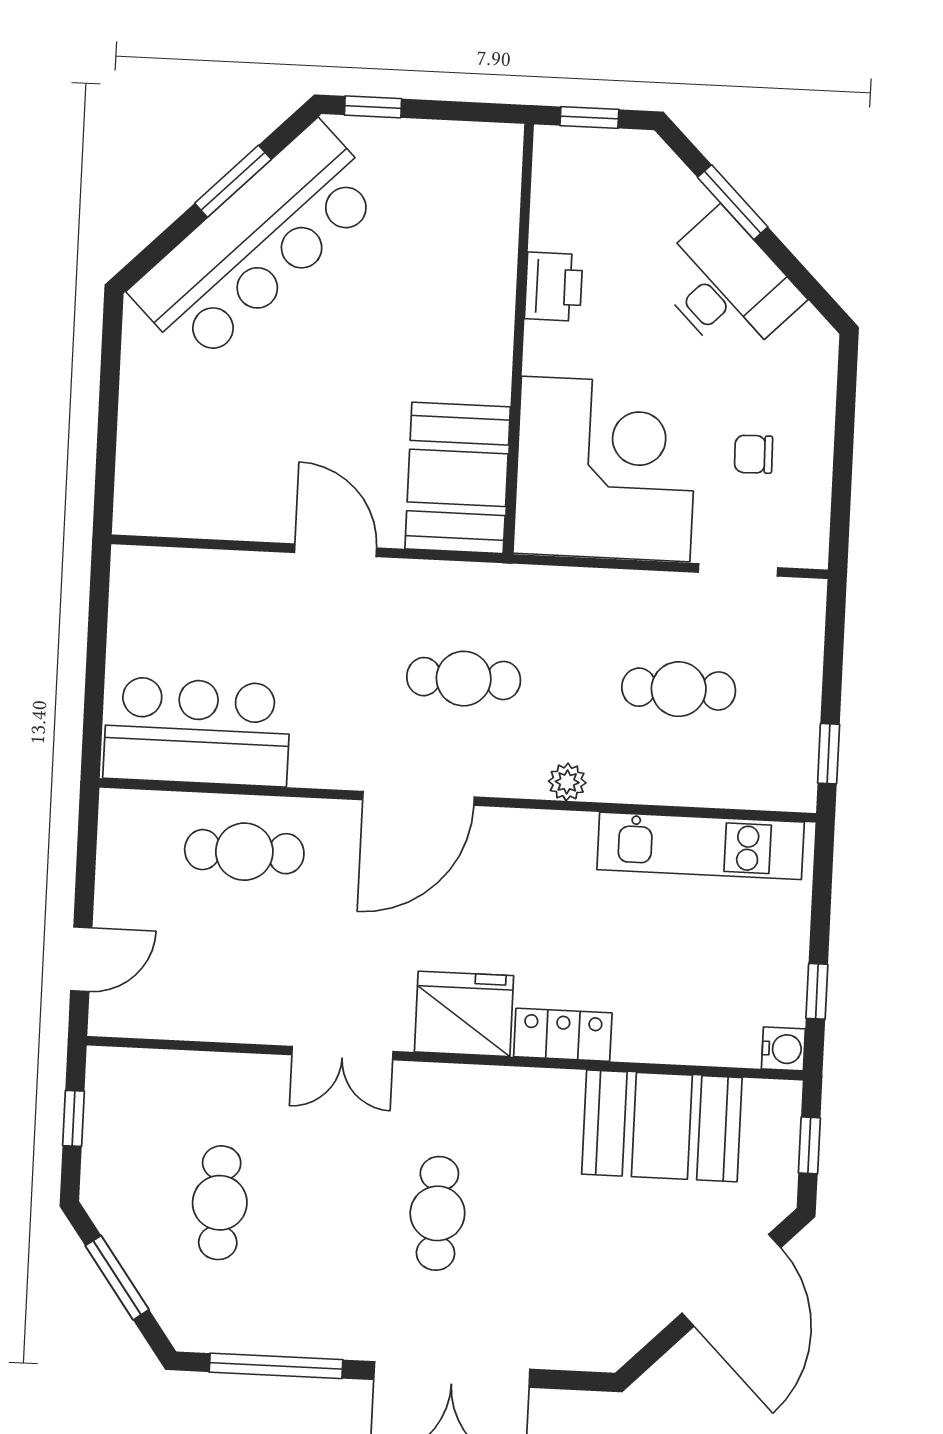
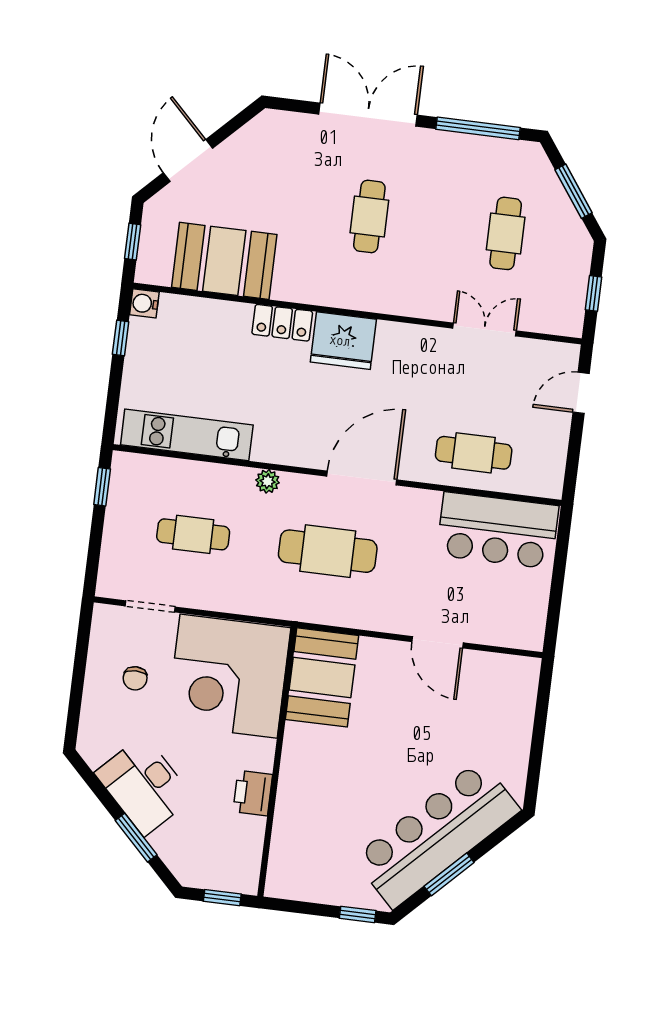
chair: (753, 454) -> (135, 678), turned 91
door: (336, 550) -> (438, 642), moved
cafe table: (464, 679) -> (328, 551), width x1.37, depth x1.35
double door: (342, 1053) -> (485, 329), moved
door: (731, 1280) -> (188, 161), width x0.73

